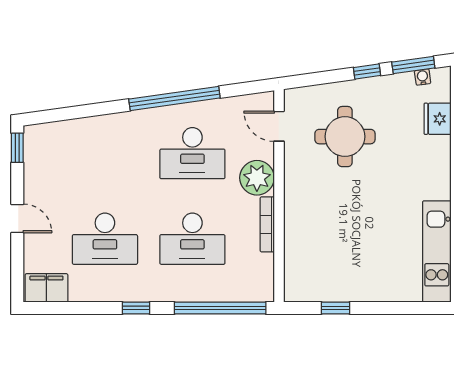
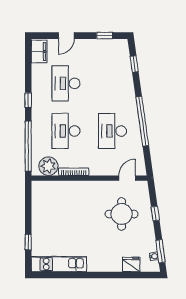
window: (367, 72) -> (155, 214), moved
window: (69, 113) -> (134, 64), added
window: (17, 148) -> (105, 36), moved
plant: (257, 178) -> (48, 166), moved
door: (17, 218) -> (66, 36), moved
window: (335, 308) -> (28, 242), moved

